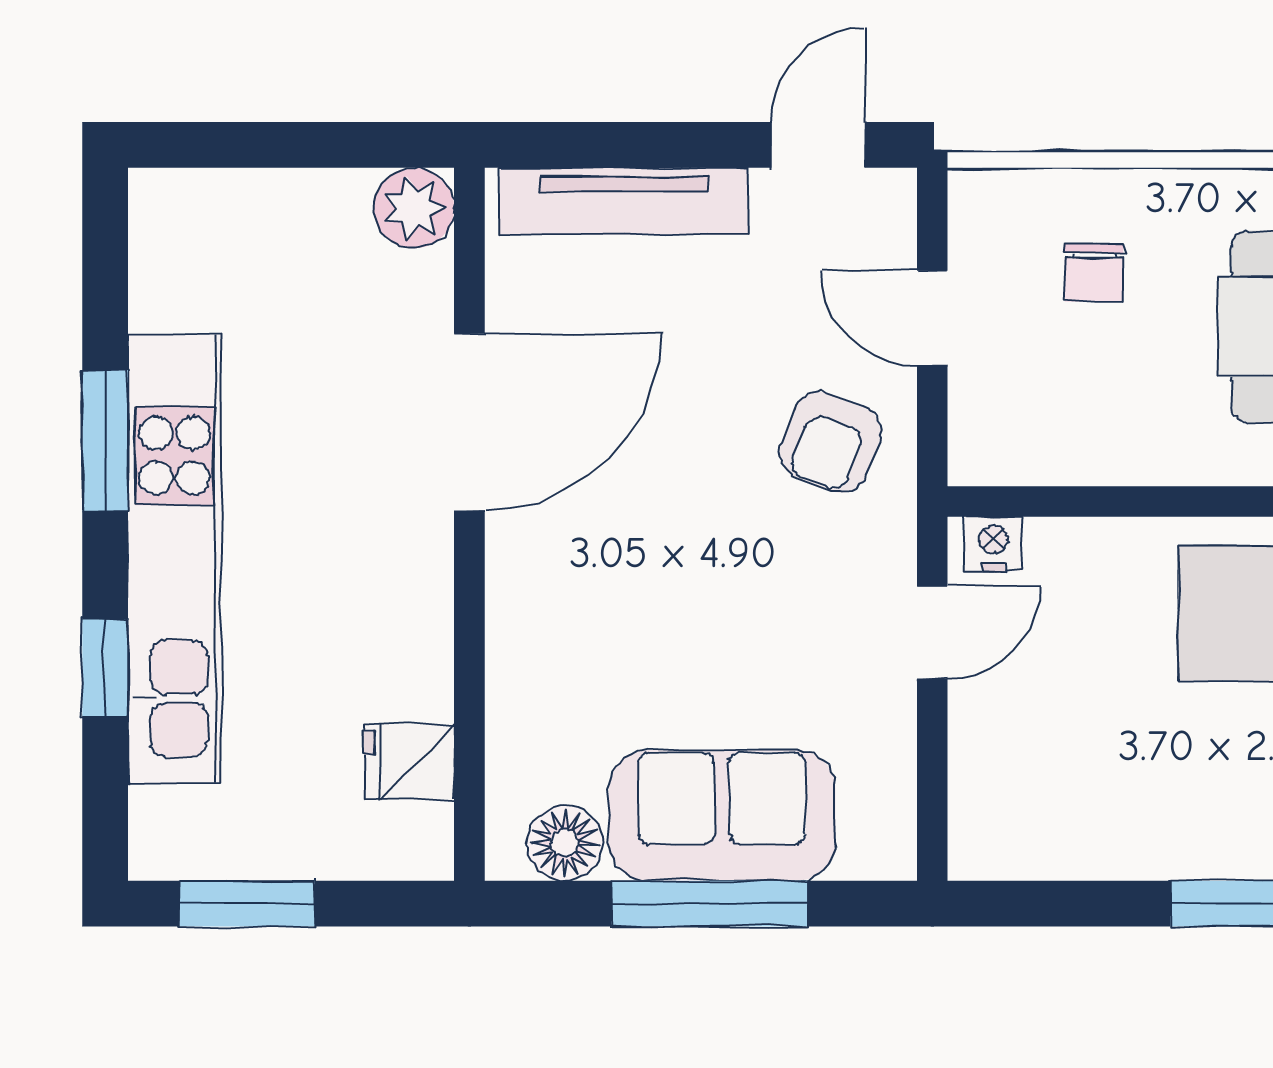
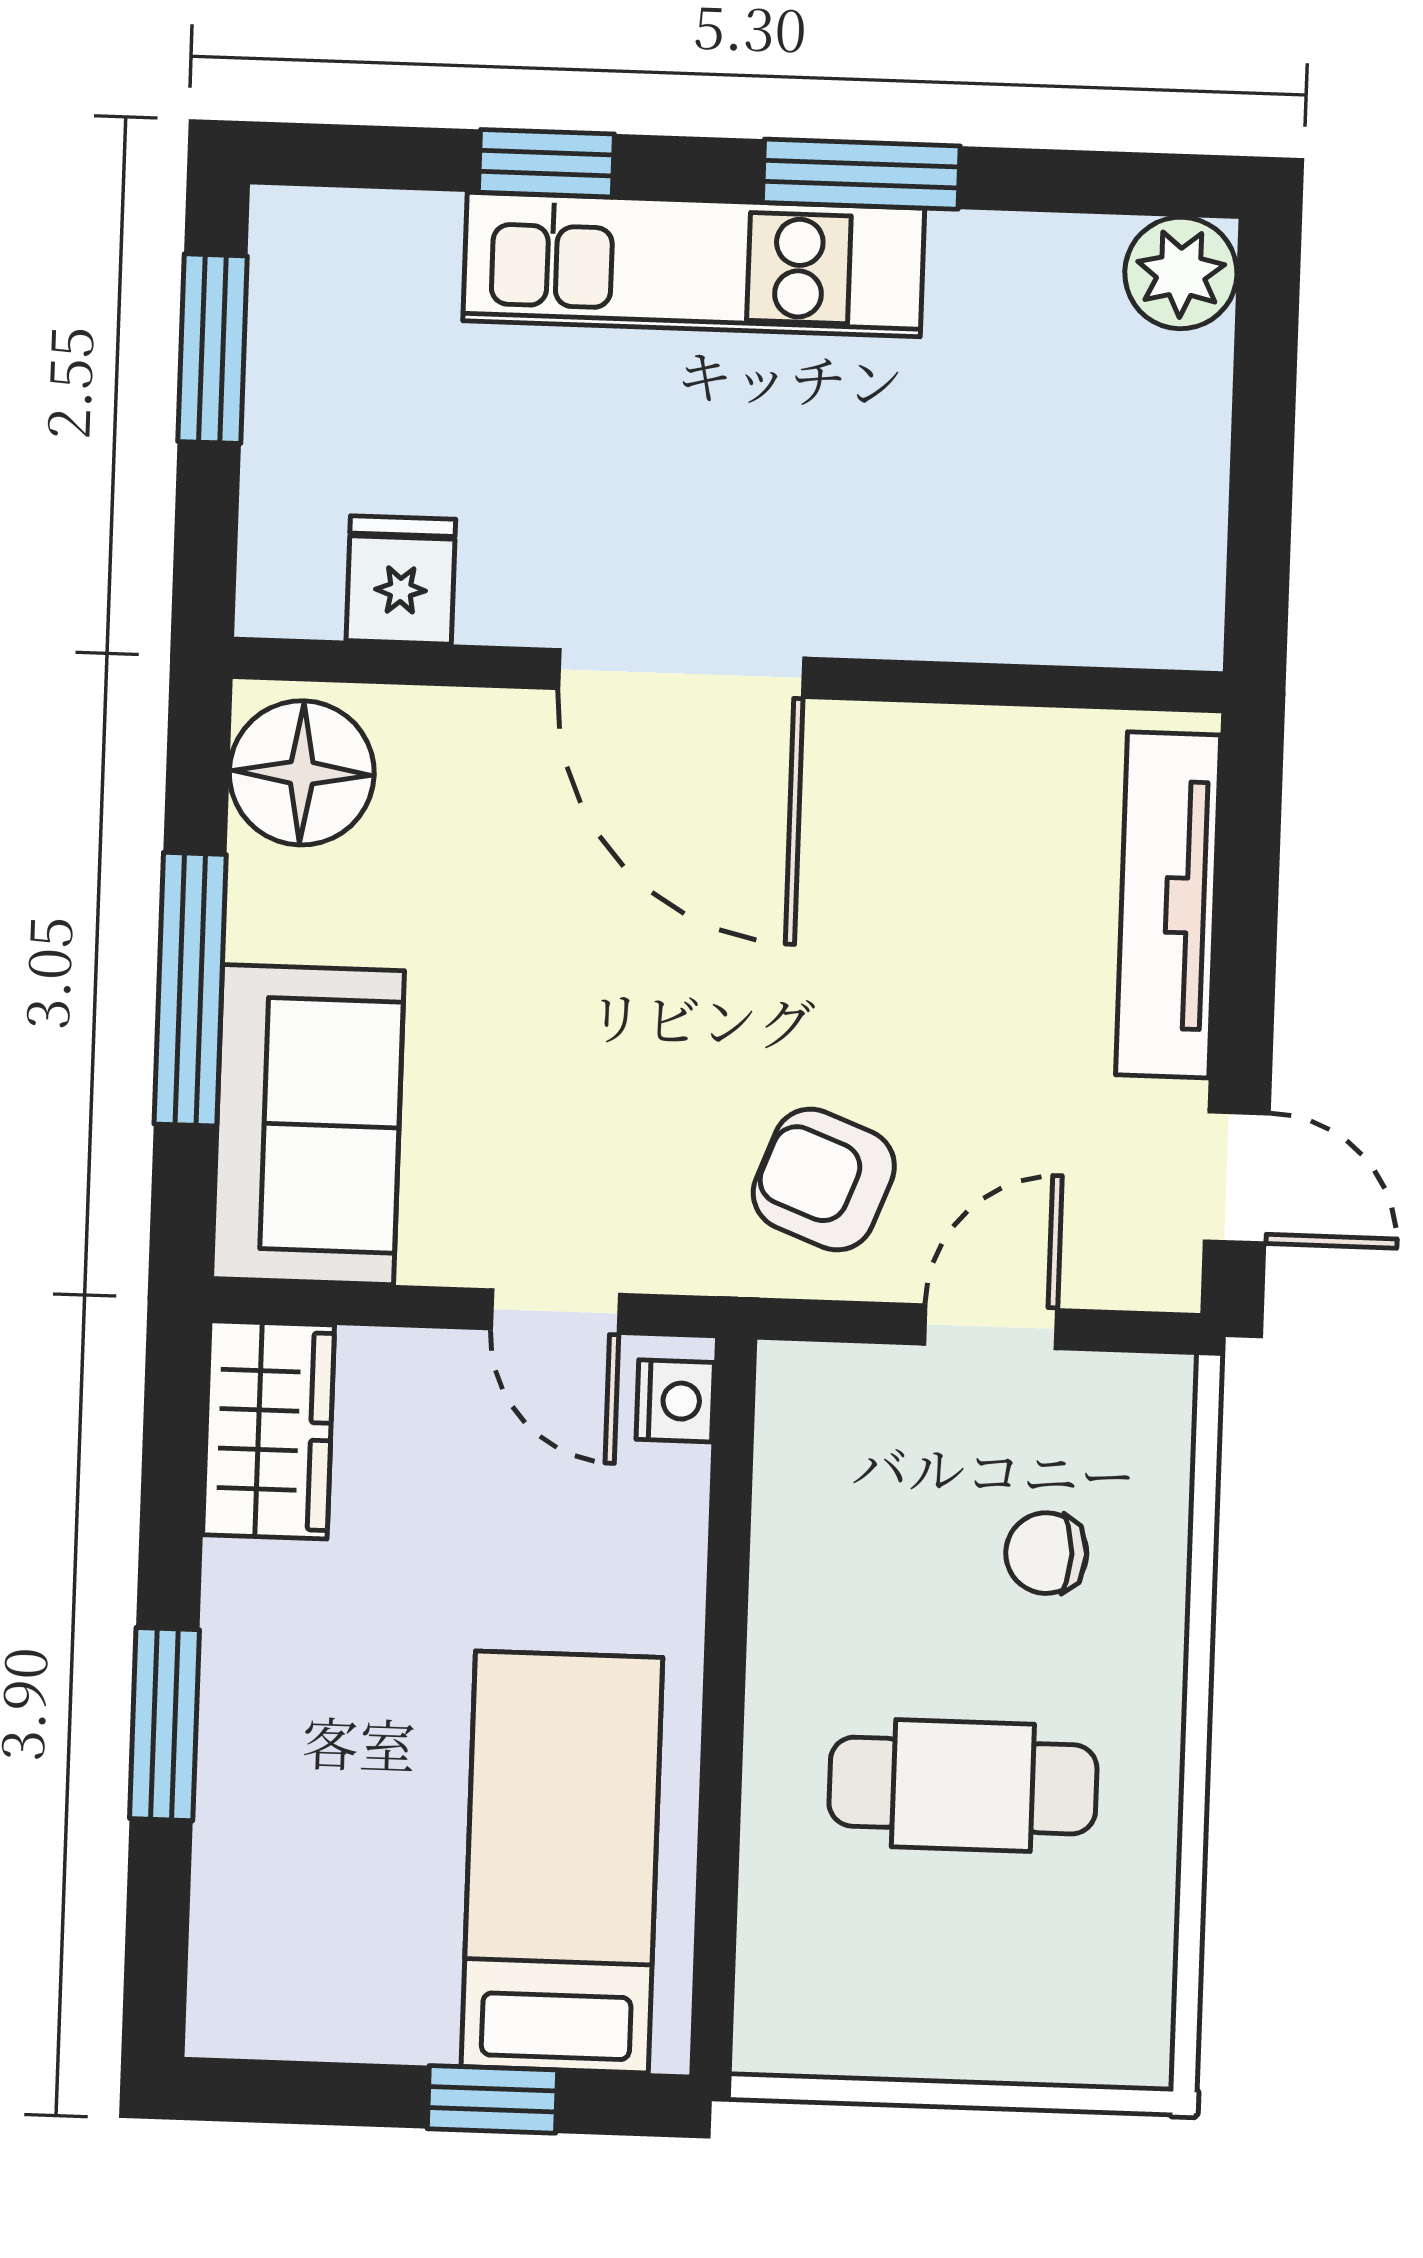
plant: (414, 208) -> (1181, 273), moved
door: (469, 422) -> (681, 673), moved
kitchen unit: (174, 559) -> (694, 264), width x0.73
sofa: (722, 815) -> (308, 1125), moved
wardrobe: (1025, 836) -> (269, 1430), added
floor lamp: (565, 843) -> (302, 773), width x1.38, depth x1.38

